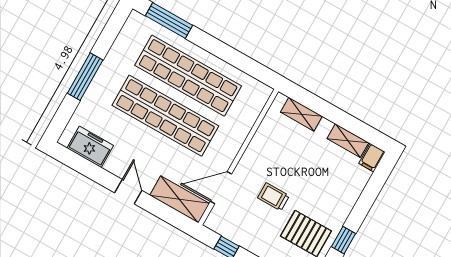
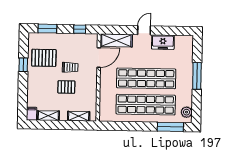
plant: (132, 30) -> (186, 112), added
freezer: (90, 147) -> (163, 42), moved
pallet: (296, 170) -> (66, 87), added
door: (128, 192) -> (144, 30), swing flipped

